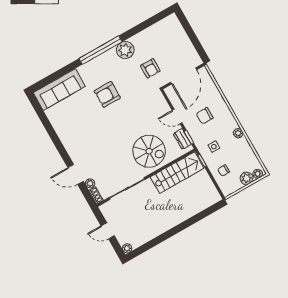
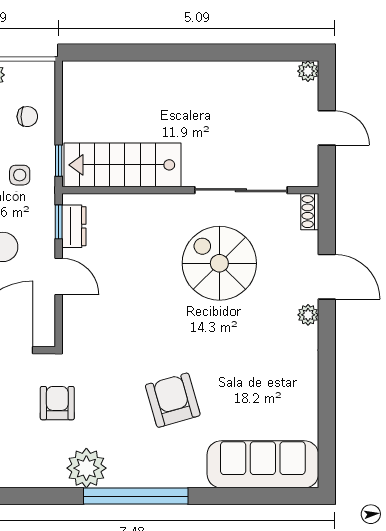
armchair: (107, 94) -> (173, 400), turned -106
spiral stairs: (149, 151) -> (219, 263), moved
plant: (90, 183) -> (308, 315), moved

